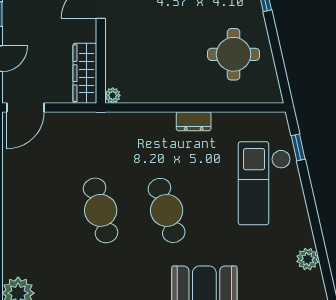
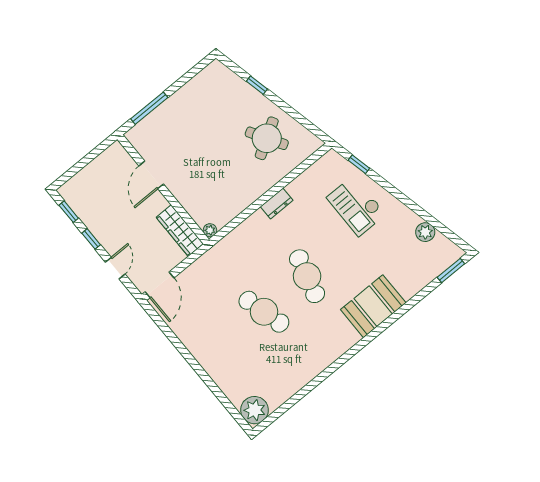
round table: (234, 54) -> (267, 138), turned -31
checkout: (264, 183) -> (356, 206), width x0.73, depth x0.83
cafe table: (167, 210) -> (307, 276), turned 33

